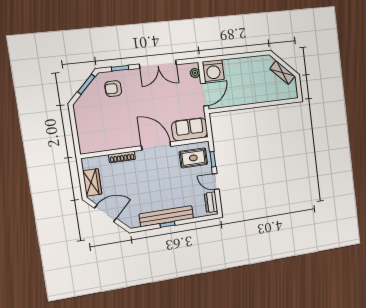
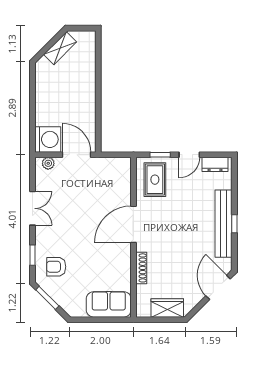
double door: (158, 64) -> (33, 208), width x0.73
armchair: (113, 89) -> (56, 267), turned 90
sofa: (190, 129) -> (109, 304), moved, turned 90
door: (105, 213) -> (218, 287), moved

